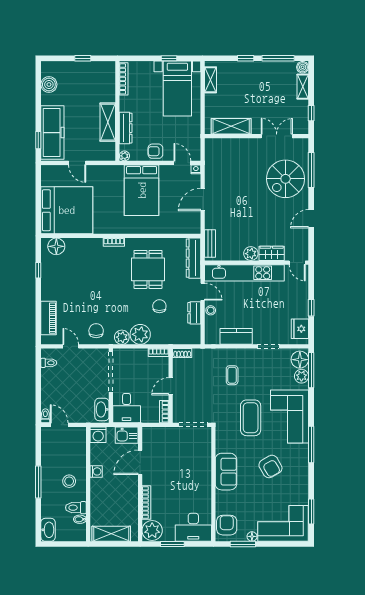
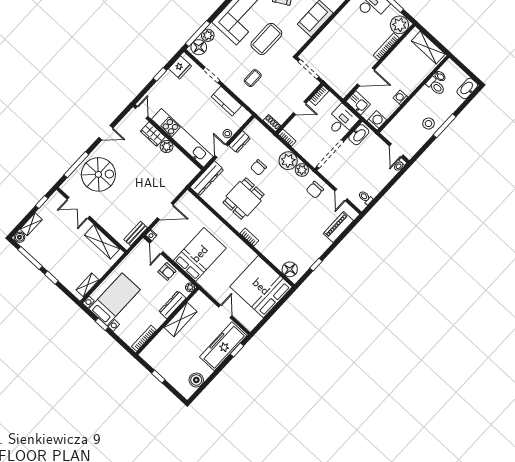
bench: (210, 244) -> (136, 234), moved
stool: (69, 481) -> (428, 124), moved

